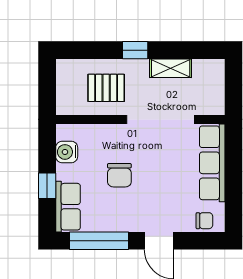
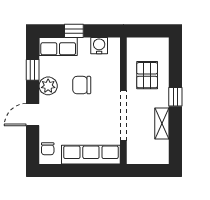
plant: (121, 220) -> (48, 86), added
window: (99, 241) -> (33, 70), width x0.46

